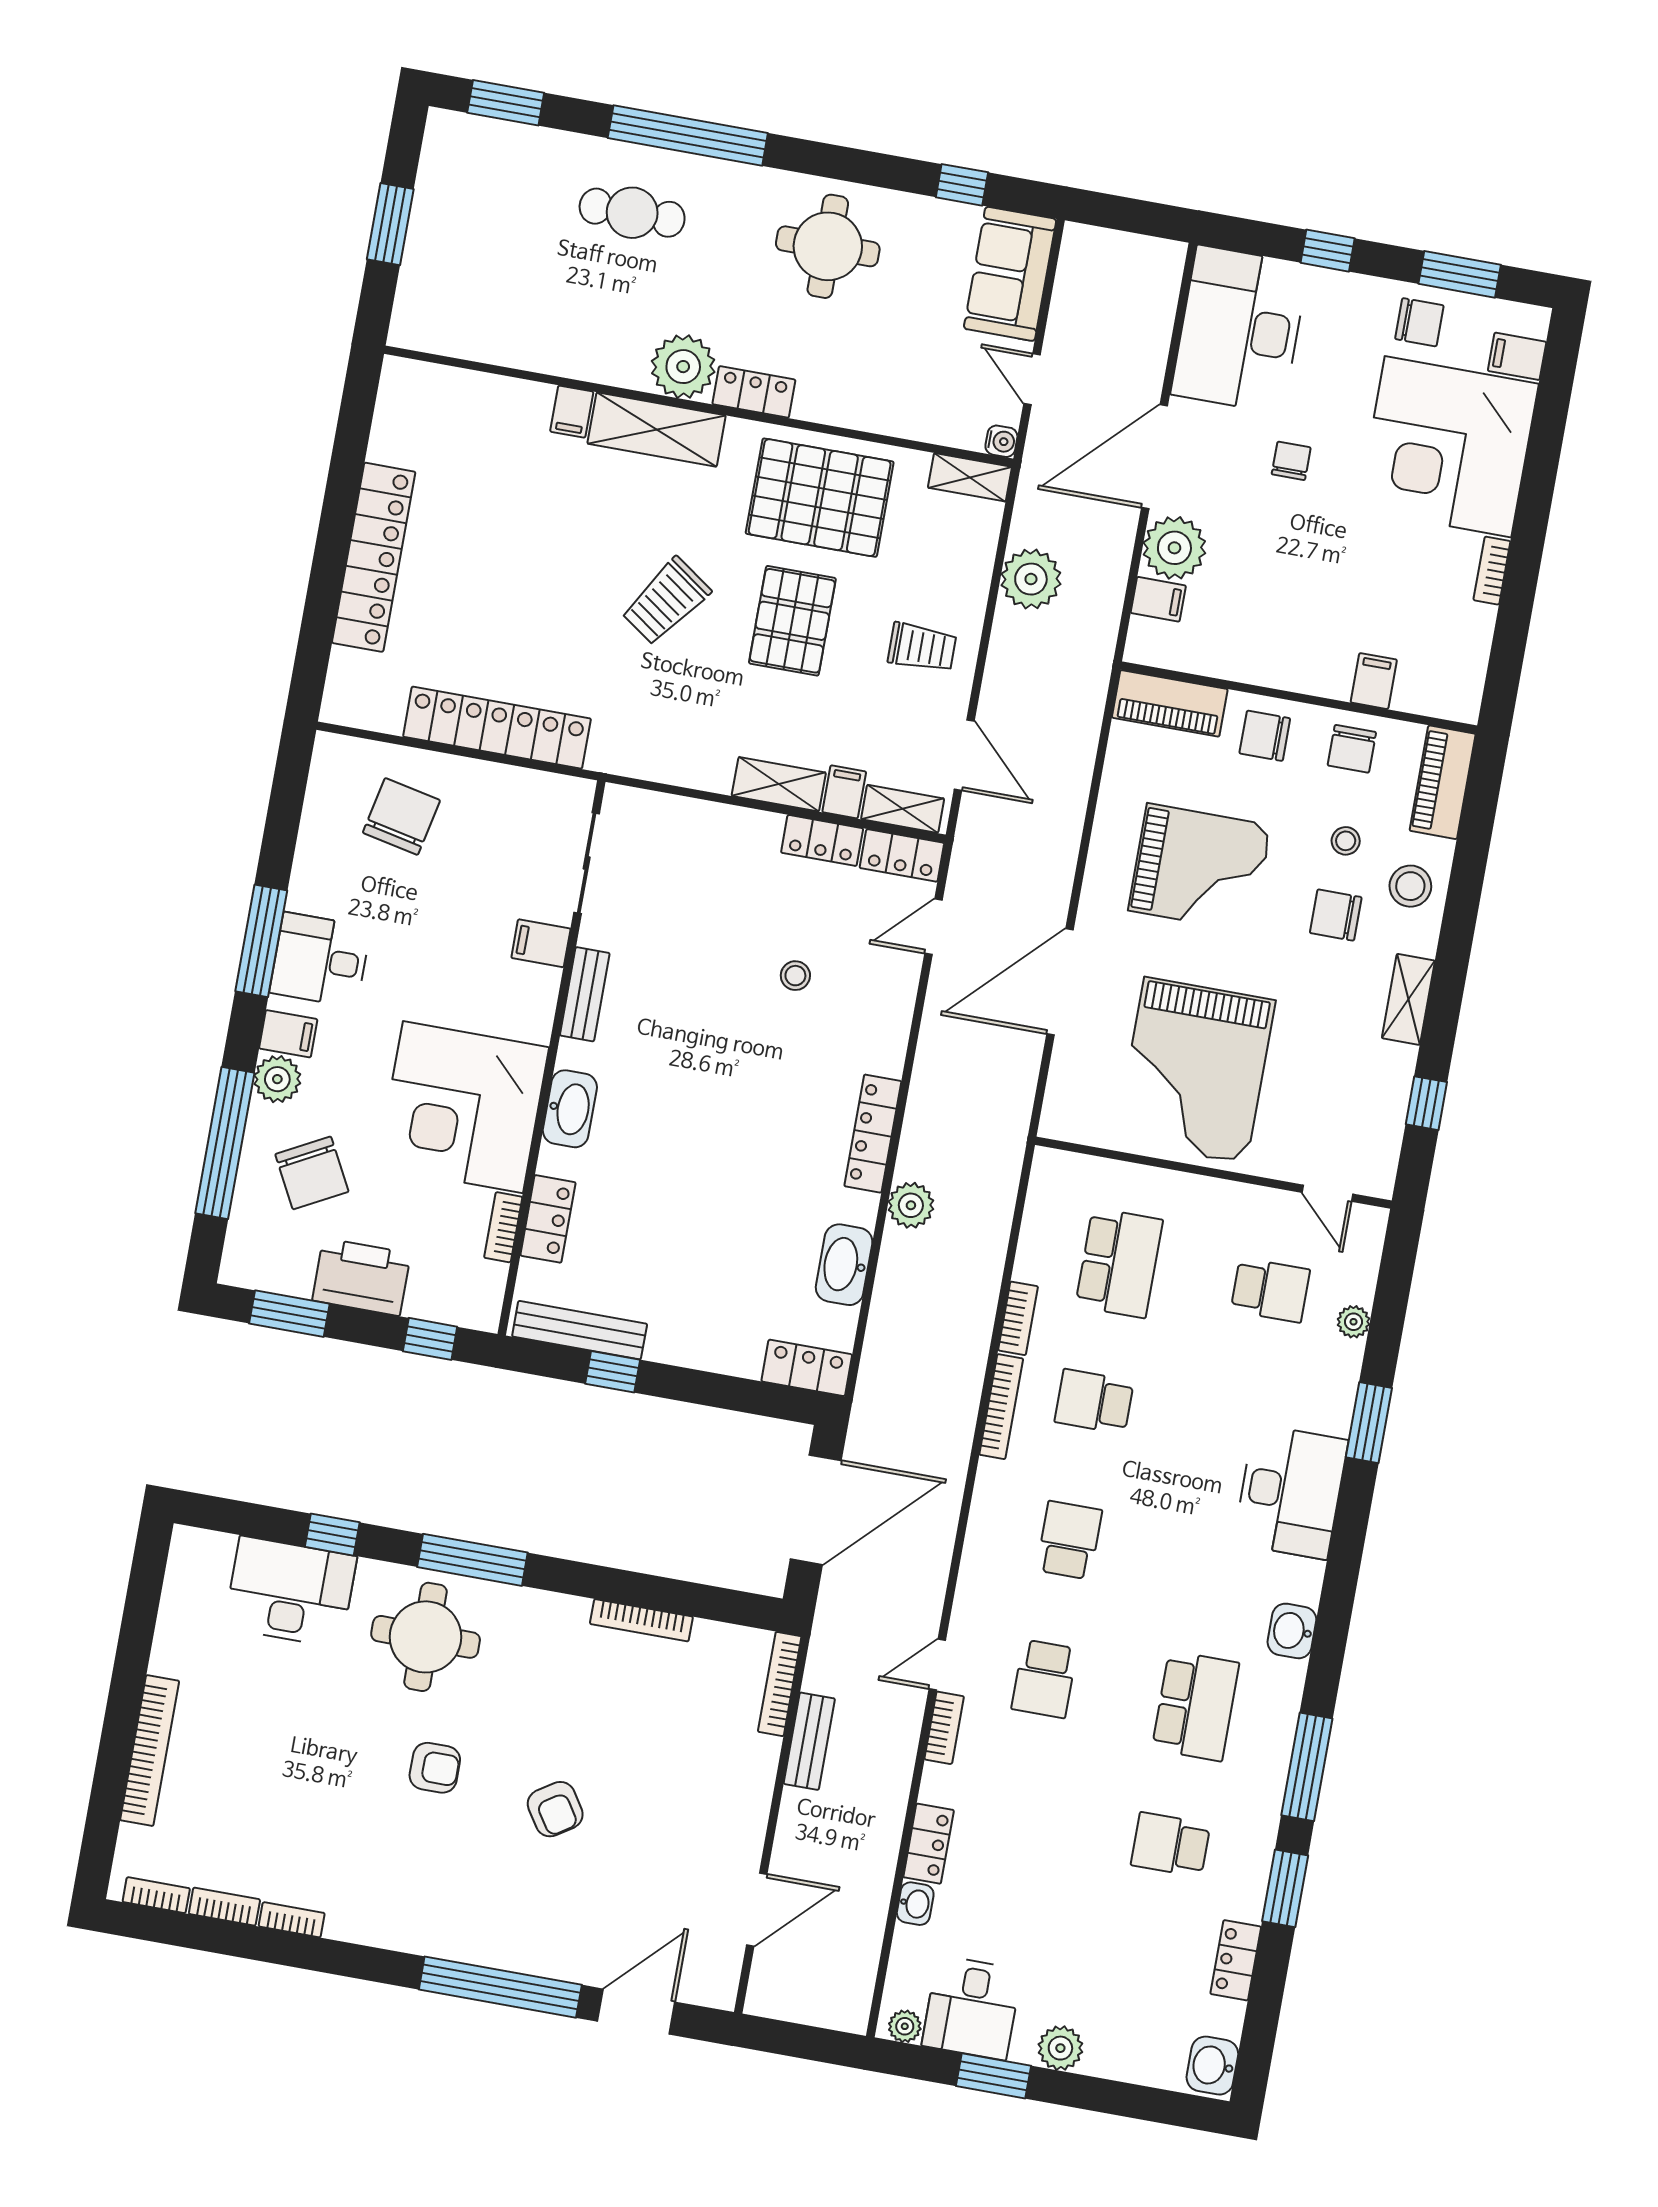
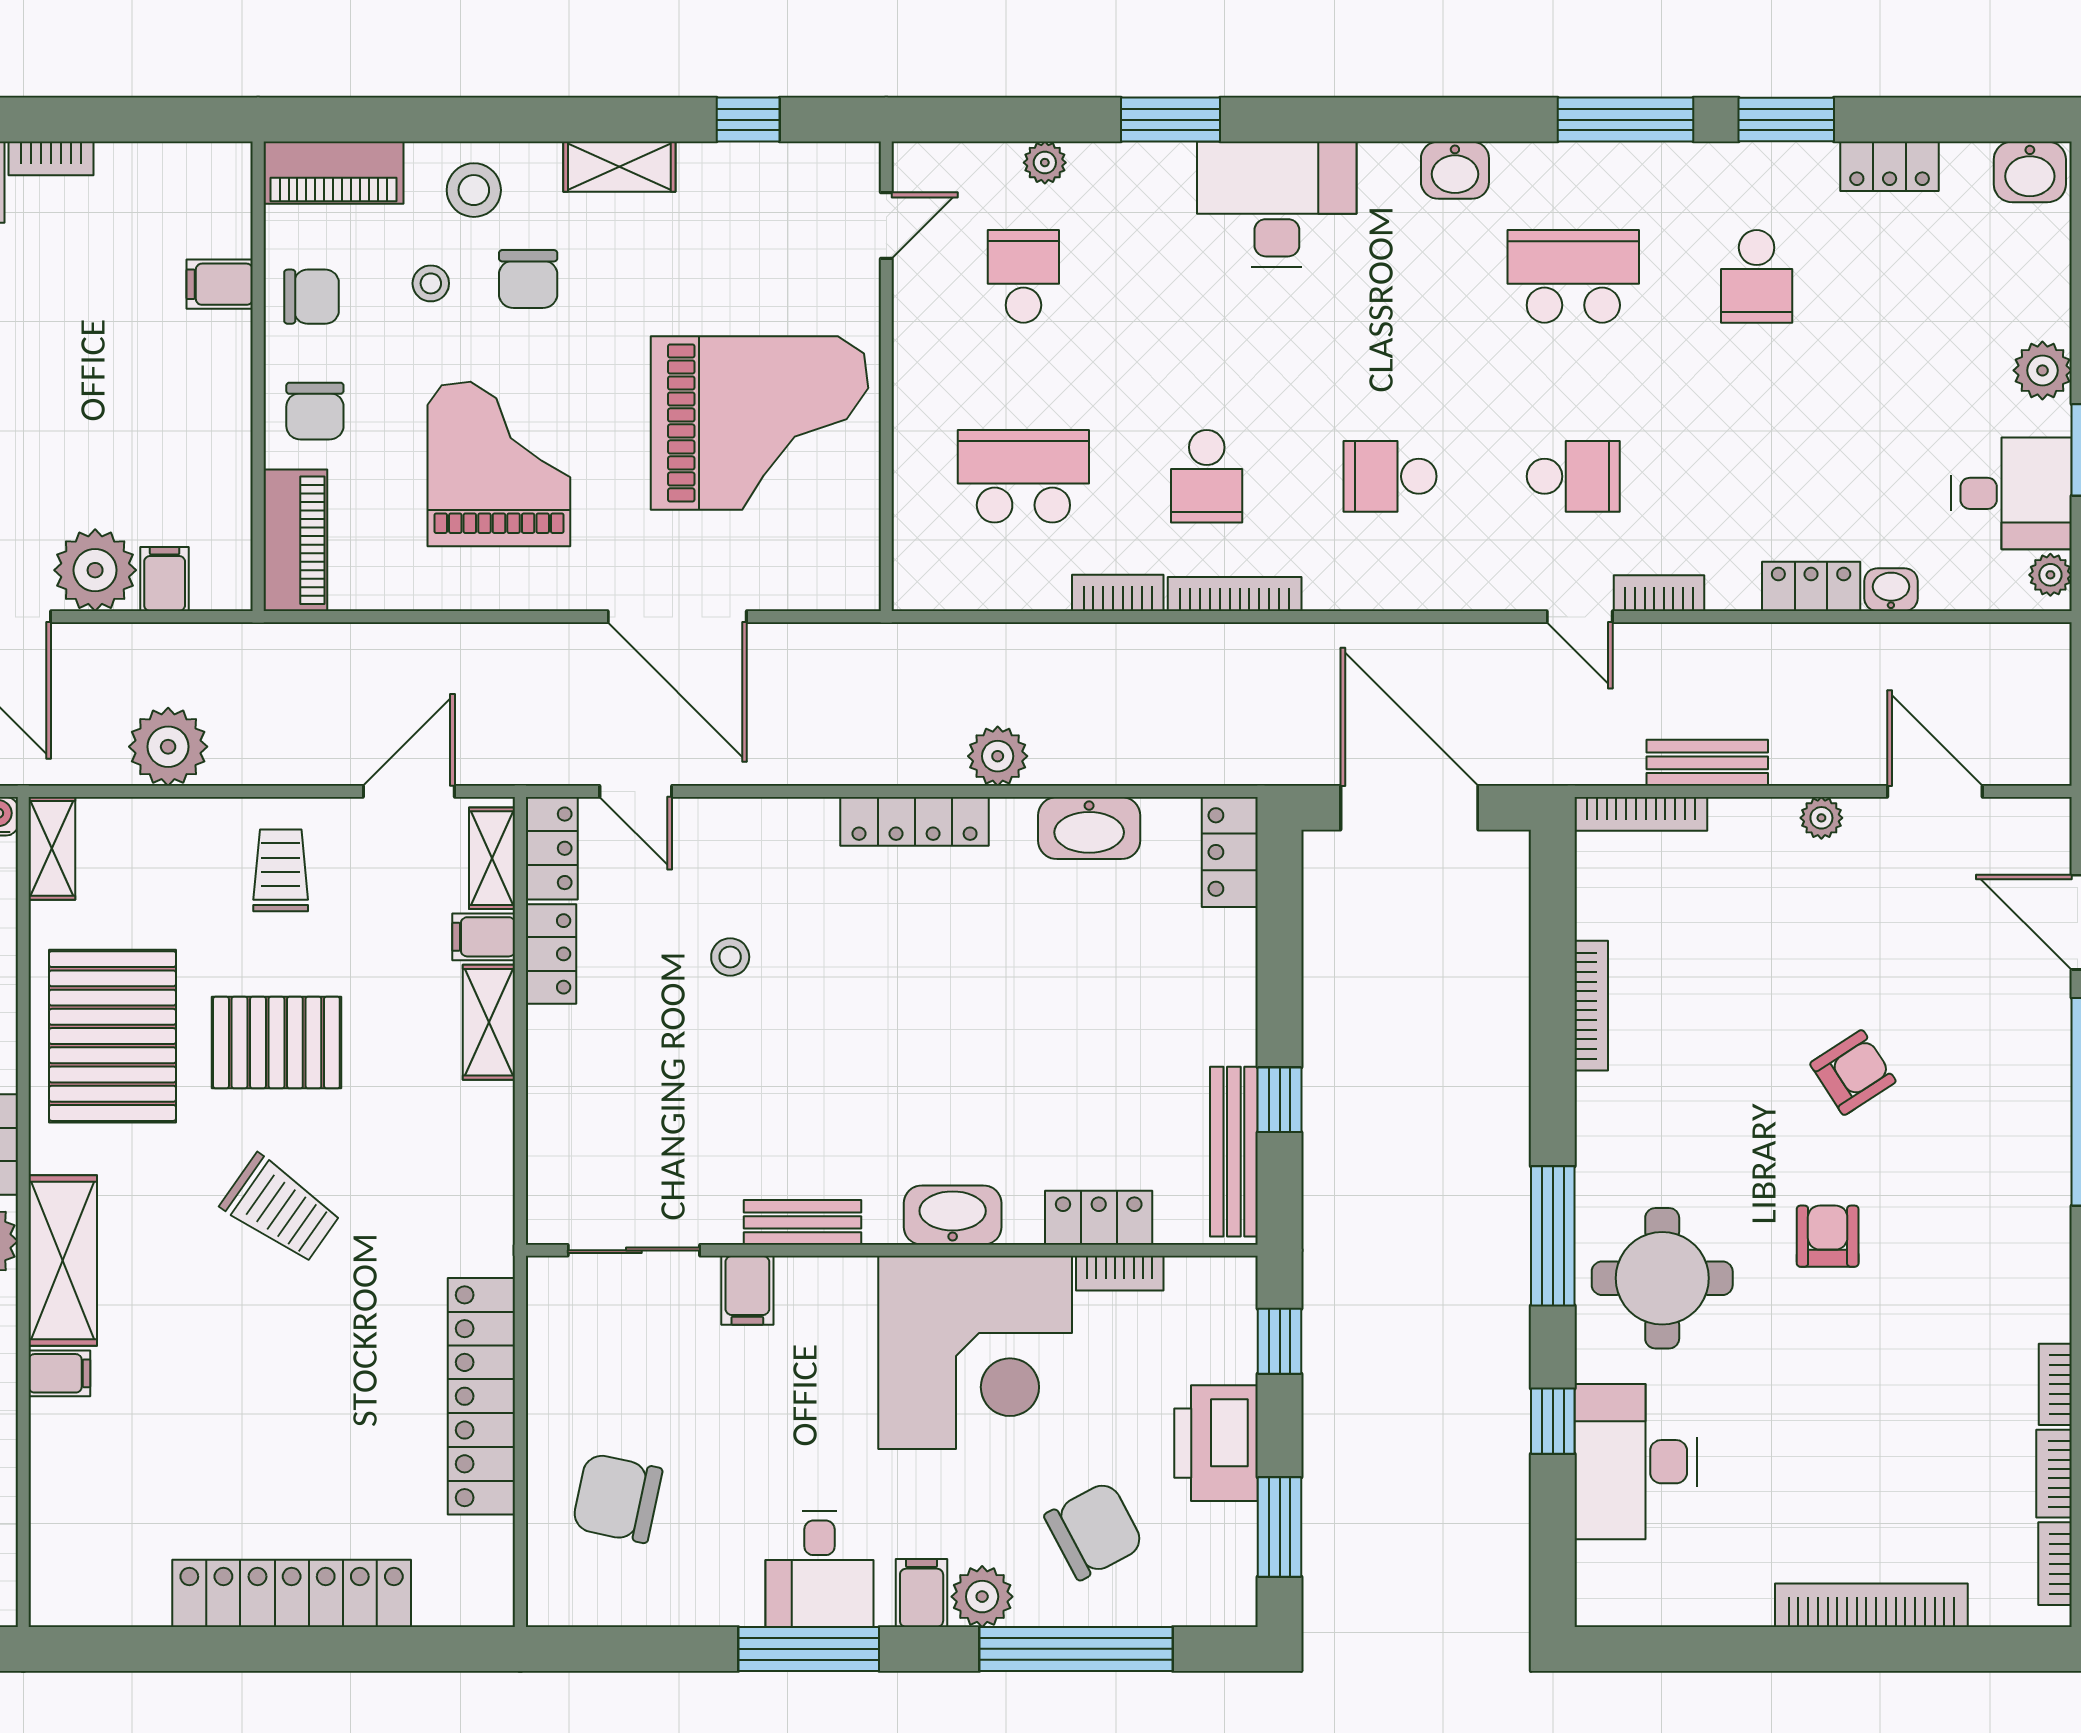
plant: (752, 1820) -> (1821, 818), added

